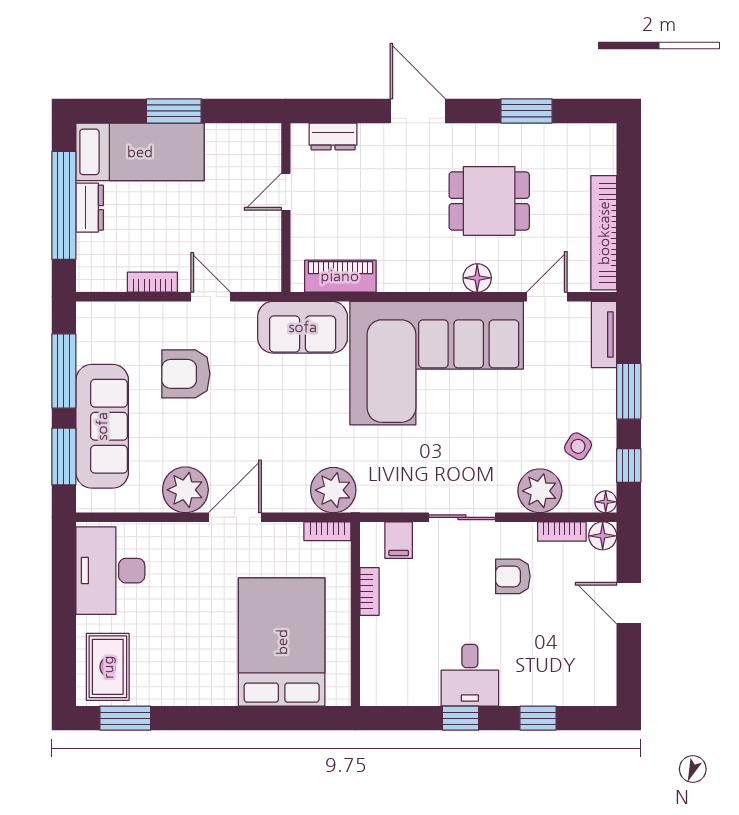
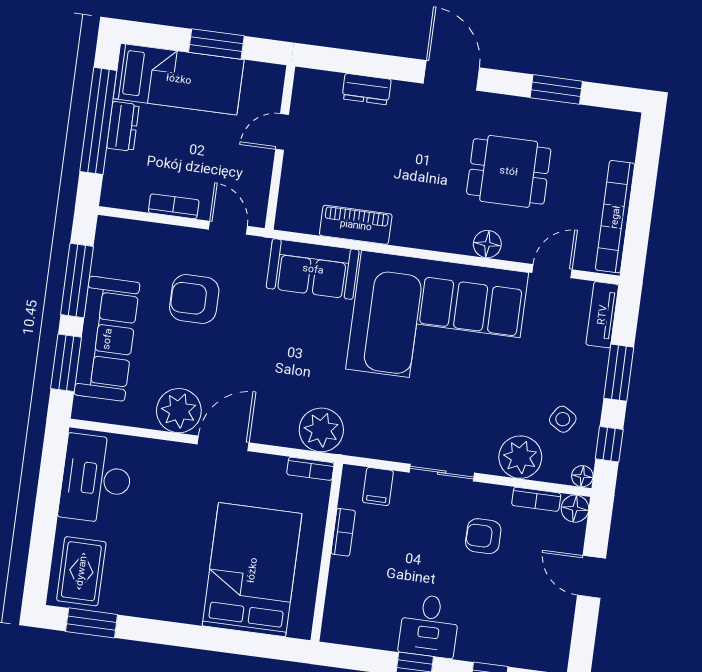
door: (286, 192) -> (282, 132), moved
wall: (286, 208) -> (280, 147), moved

